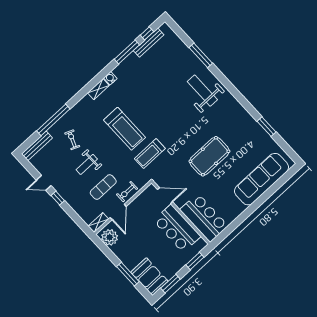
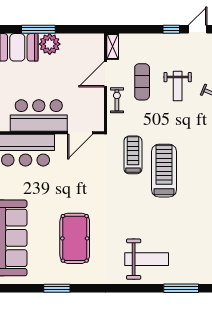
treadmill: (125, 129) -> (164, 171), moved, turned 90
pool table: (209, 156) -> (75, 238), moved
weight bench: (87, 164) -> (178, 86), turned 180
door: (118, 212) -> (105, 74), hinge flipped
plant: (110, 237) -> (50, 44), moved

